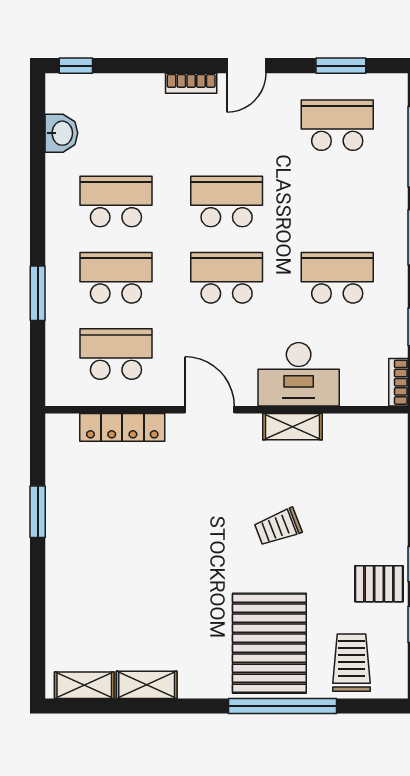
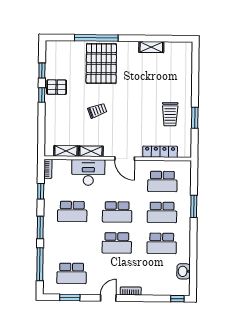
trolley: (352, 663) -> (170, 114), moved
shelving: (84, 685) -> (66, 151), moved

